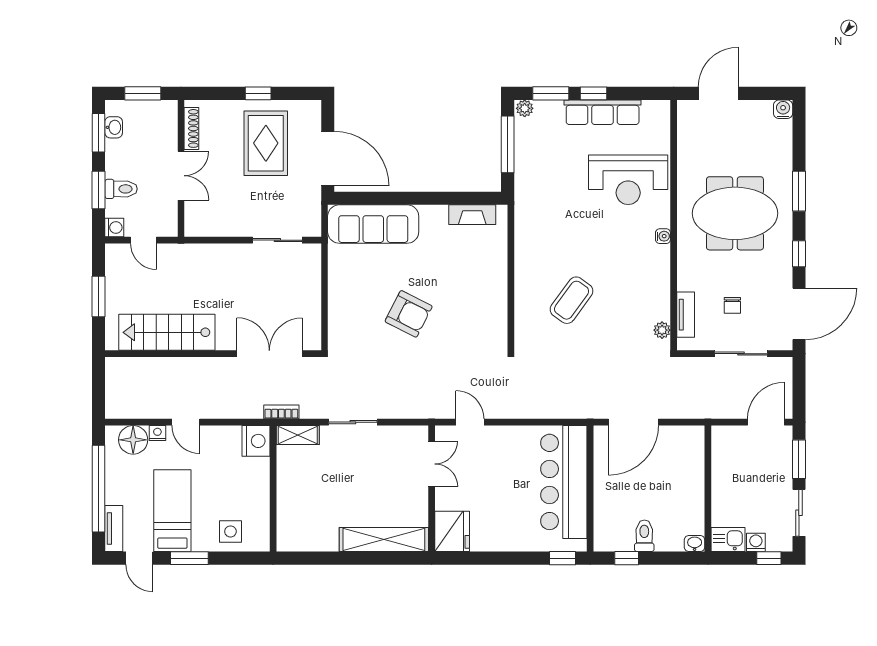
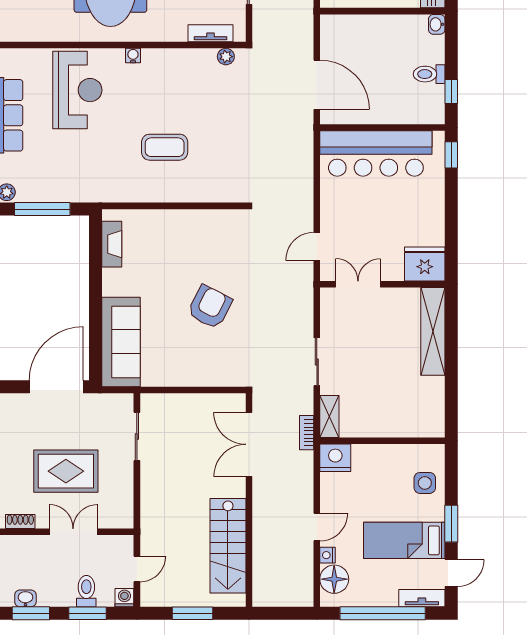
shoe rack: (191, 128) -> (20, 522), width x0.70
rug: (266, 143) -> (66, 471), moved
coffee table: (572, 300) -> (165, 147), moved, turned -36

